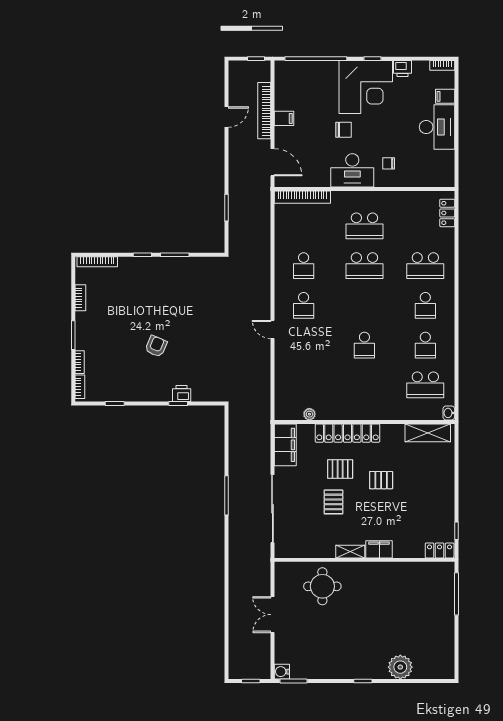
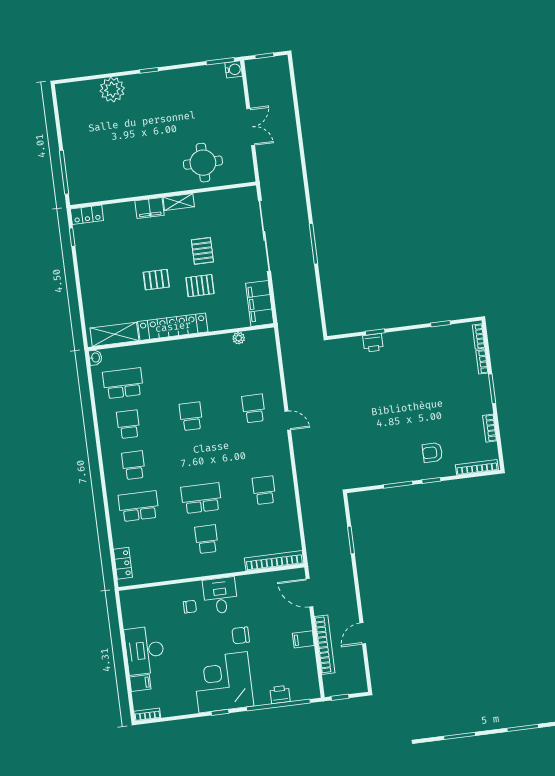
printer: (403, 69) -> (280, 694), moved
desk: (352, 170) -> (220, 596), width x0.73
school desk: (364, 226) -> (207, 539), width x0.54
school desk: (304, 305) -> (254, 408), moved
armchair: (156, 346) -> (432, 452), moved, turned 67
locker: (347, 433) -> (173, 327), moved

